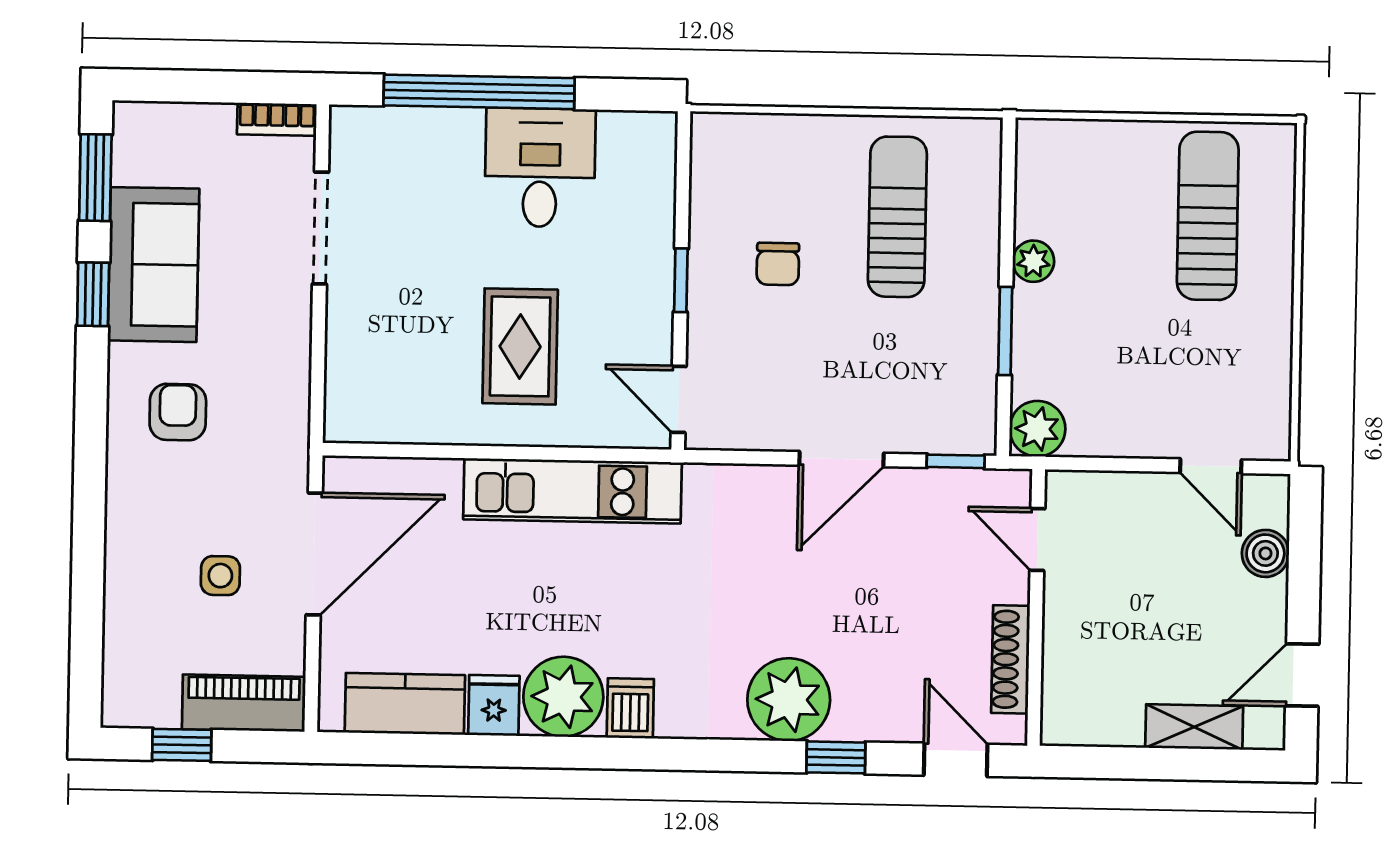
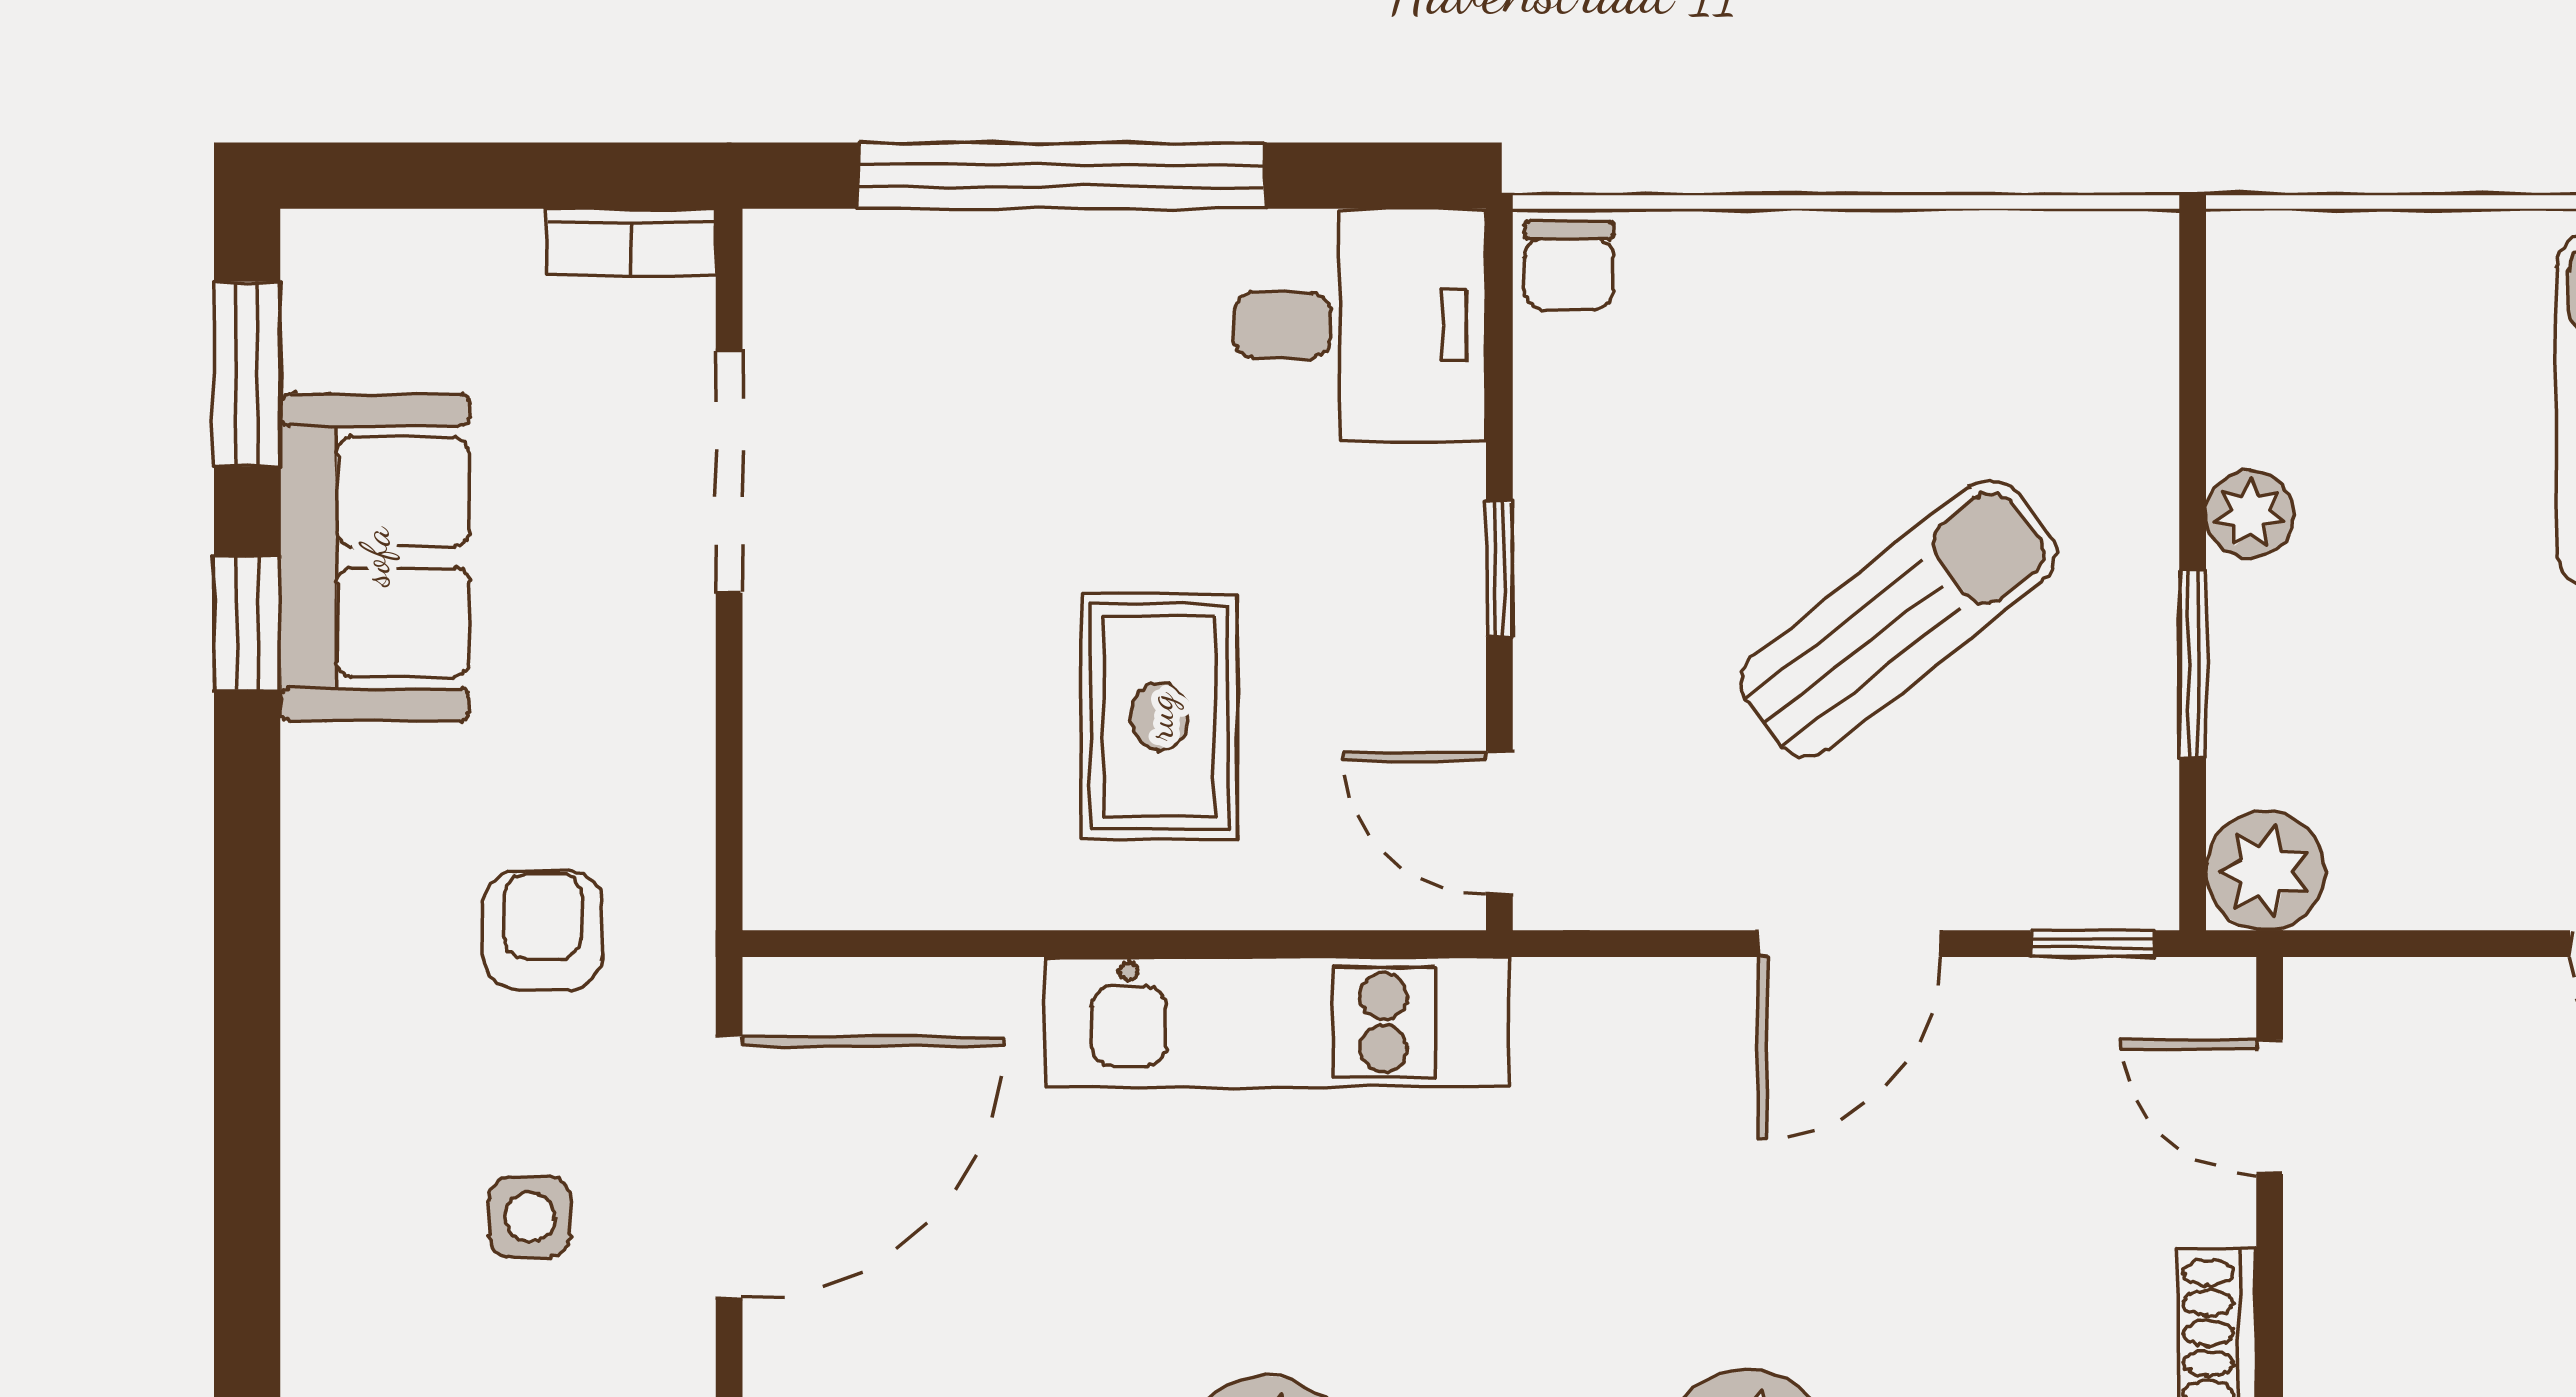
desk: (540, 168) -> (1360, 325), moved, turned 90
sun lounger: (897, 217) -> (1898, 618), moved, turned 52
chair: (778, 264) -> (1569, 265), moved
armchair: (178, 412) -> (543, 930), moved

